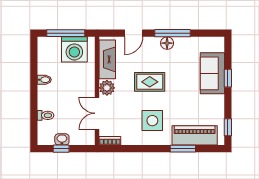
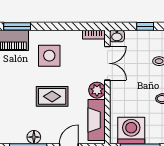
washbasin: (62, 139) -> (117, 36), moved

